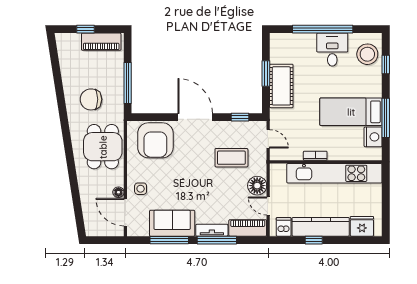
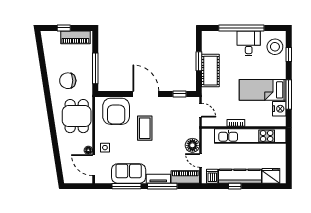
coffee table: (231, 158) -> (145, 128), moved, turned 90

